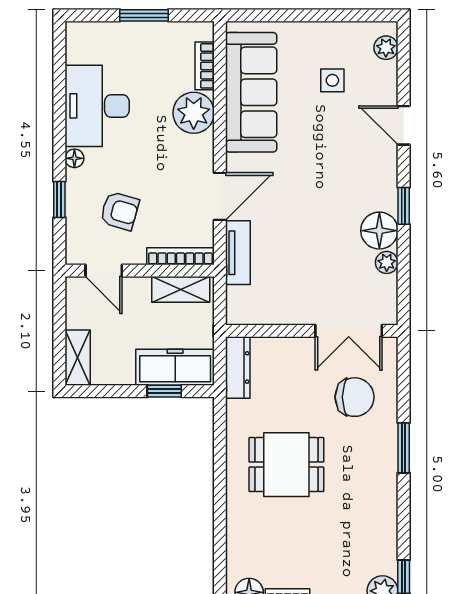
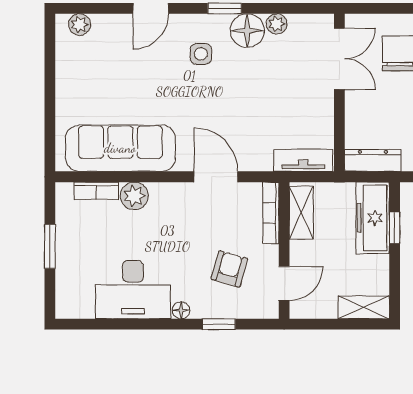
side table: (332, 80) -> (201, 54), moved
plant: (194, 113) -> (134, 196), width x0.73, depth x0.73
tv unit: (238, 253) -> (303, 160), moved

